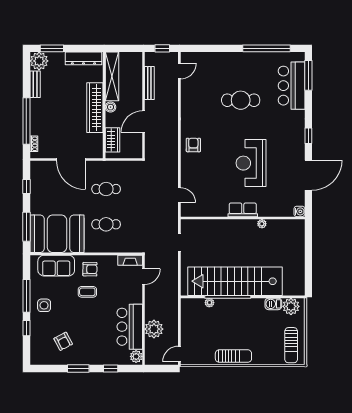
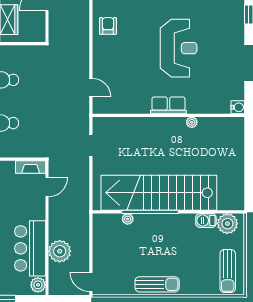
reception desk: (251, 163) -> (179, 48), turned 180
door: (179, 354) -> (91, 282), hinge flipped

